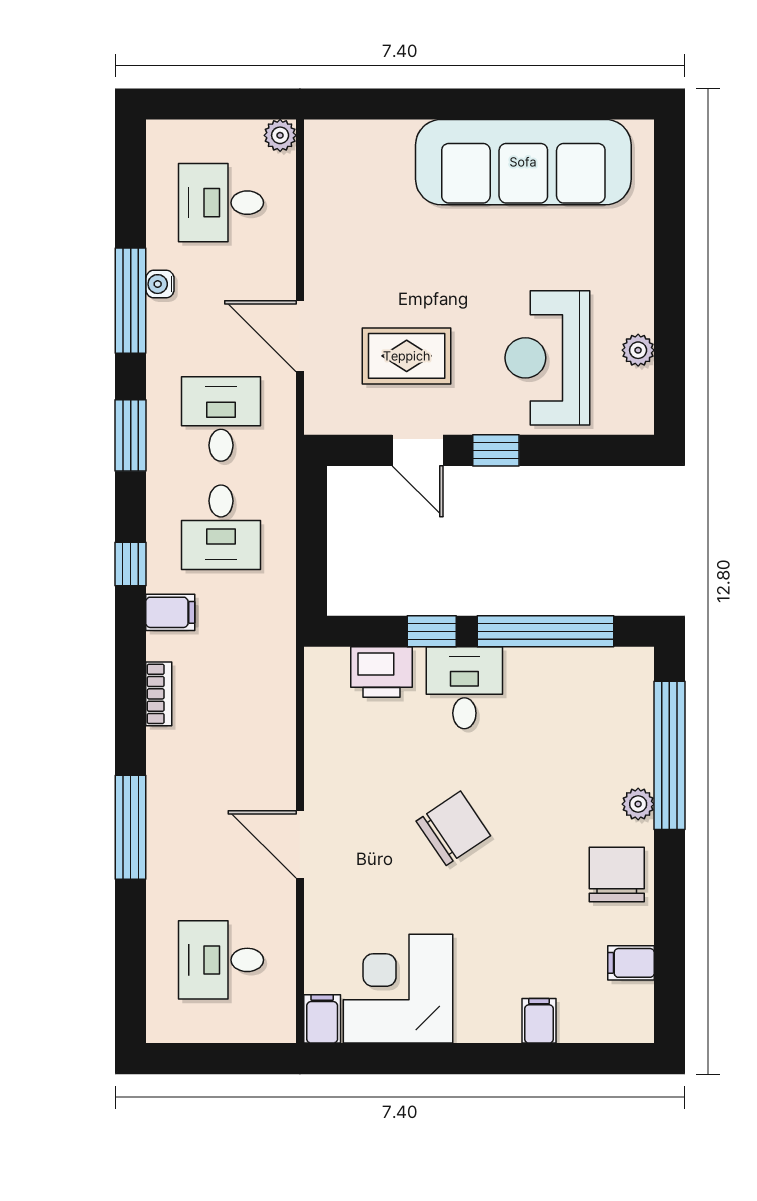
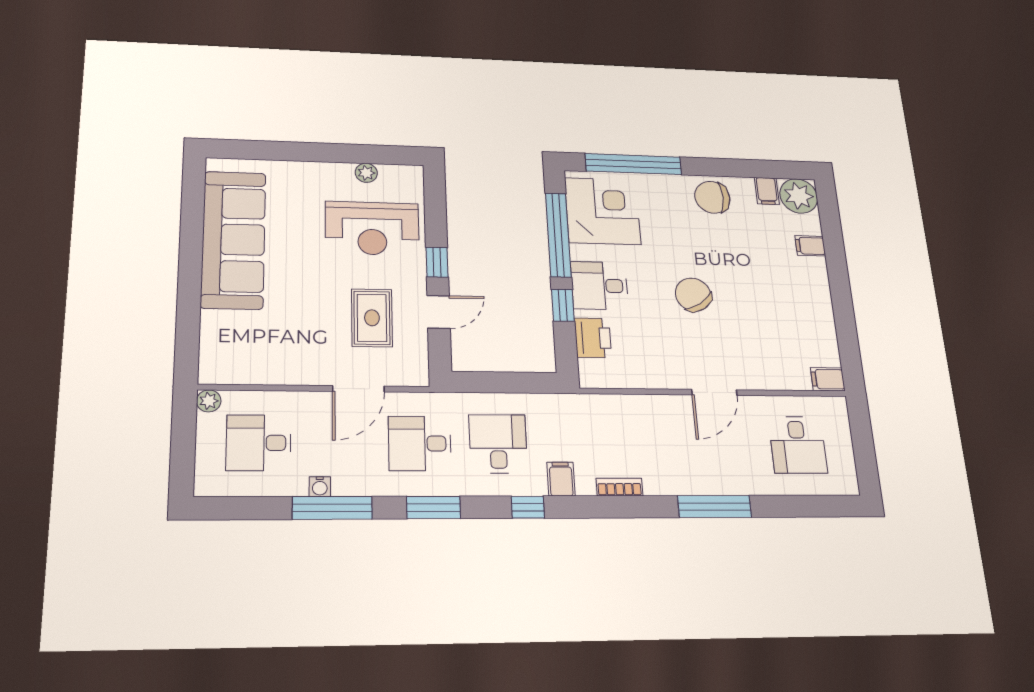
desk: (221, 203) -> (259, 443), turned 90
desk: (221, 527) -> (498, 444), turned -90
plant: (638, 804) -> (799, 196), moved, width x1.88, depth x1.88
corner desk: (398, 989) -> (603, 211), moved, turned 180

